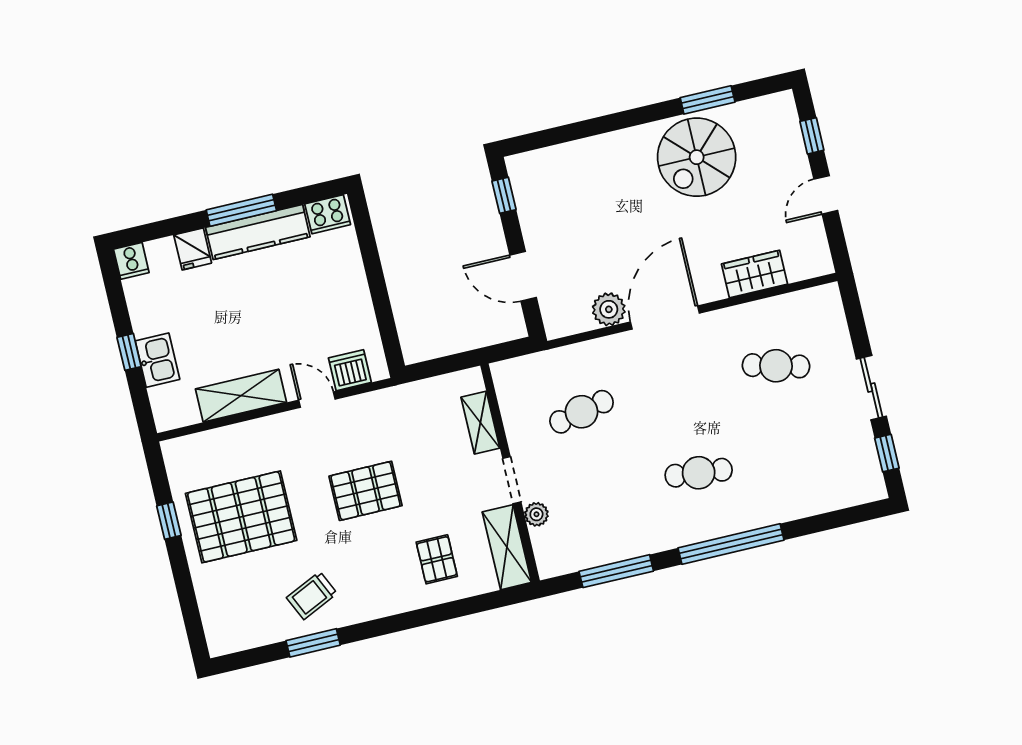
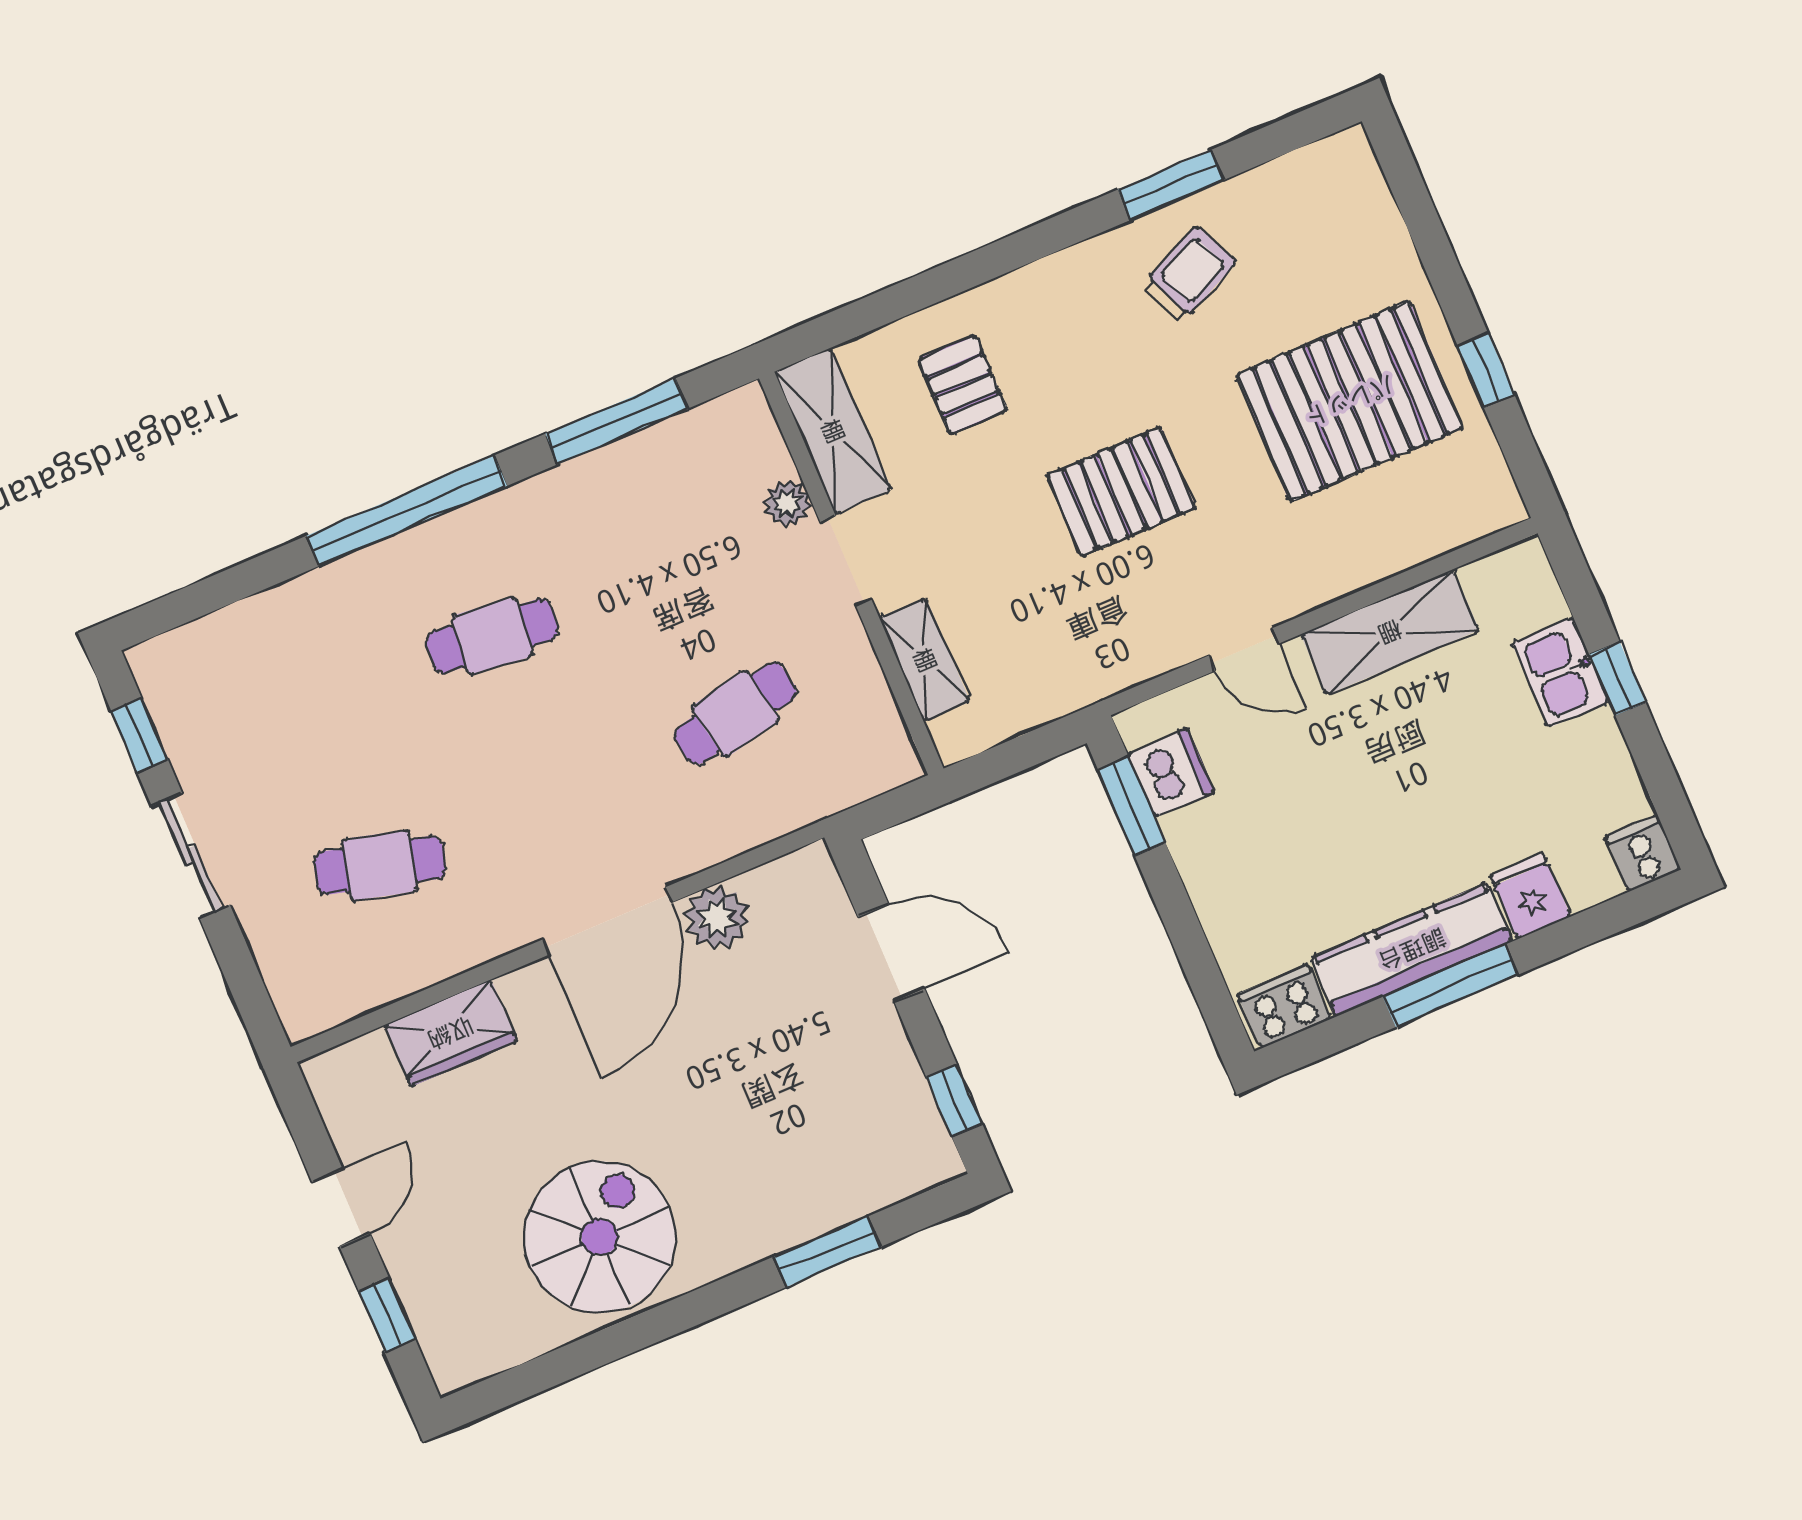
window: (708, 100) -> (827, 1252), moved
window: (388, 330) -> (1132, 806), added
dishwasher: (350, 370) -> (1171, 773), moved, turned -90

